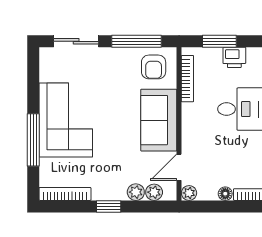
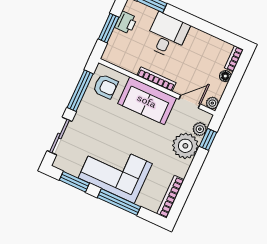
bookcase: (187, 79) -> (156, 79), moved
window: (33, 81) -> (74, 182), added
door: (179, 167) -> (190, 102), swing flipped
plant: (136, 192) -> (185, 146), width x1.88, depth x1.88
window: (109, 206) -> (208, 139), moved

